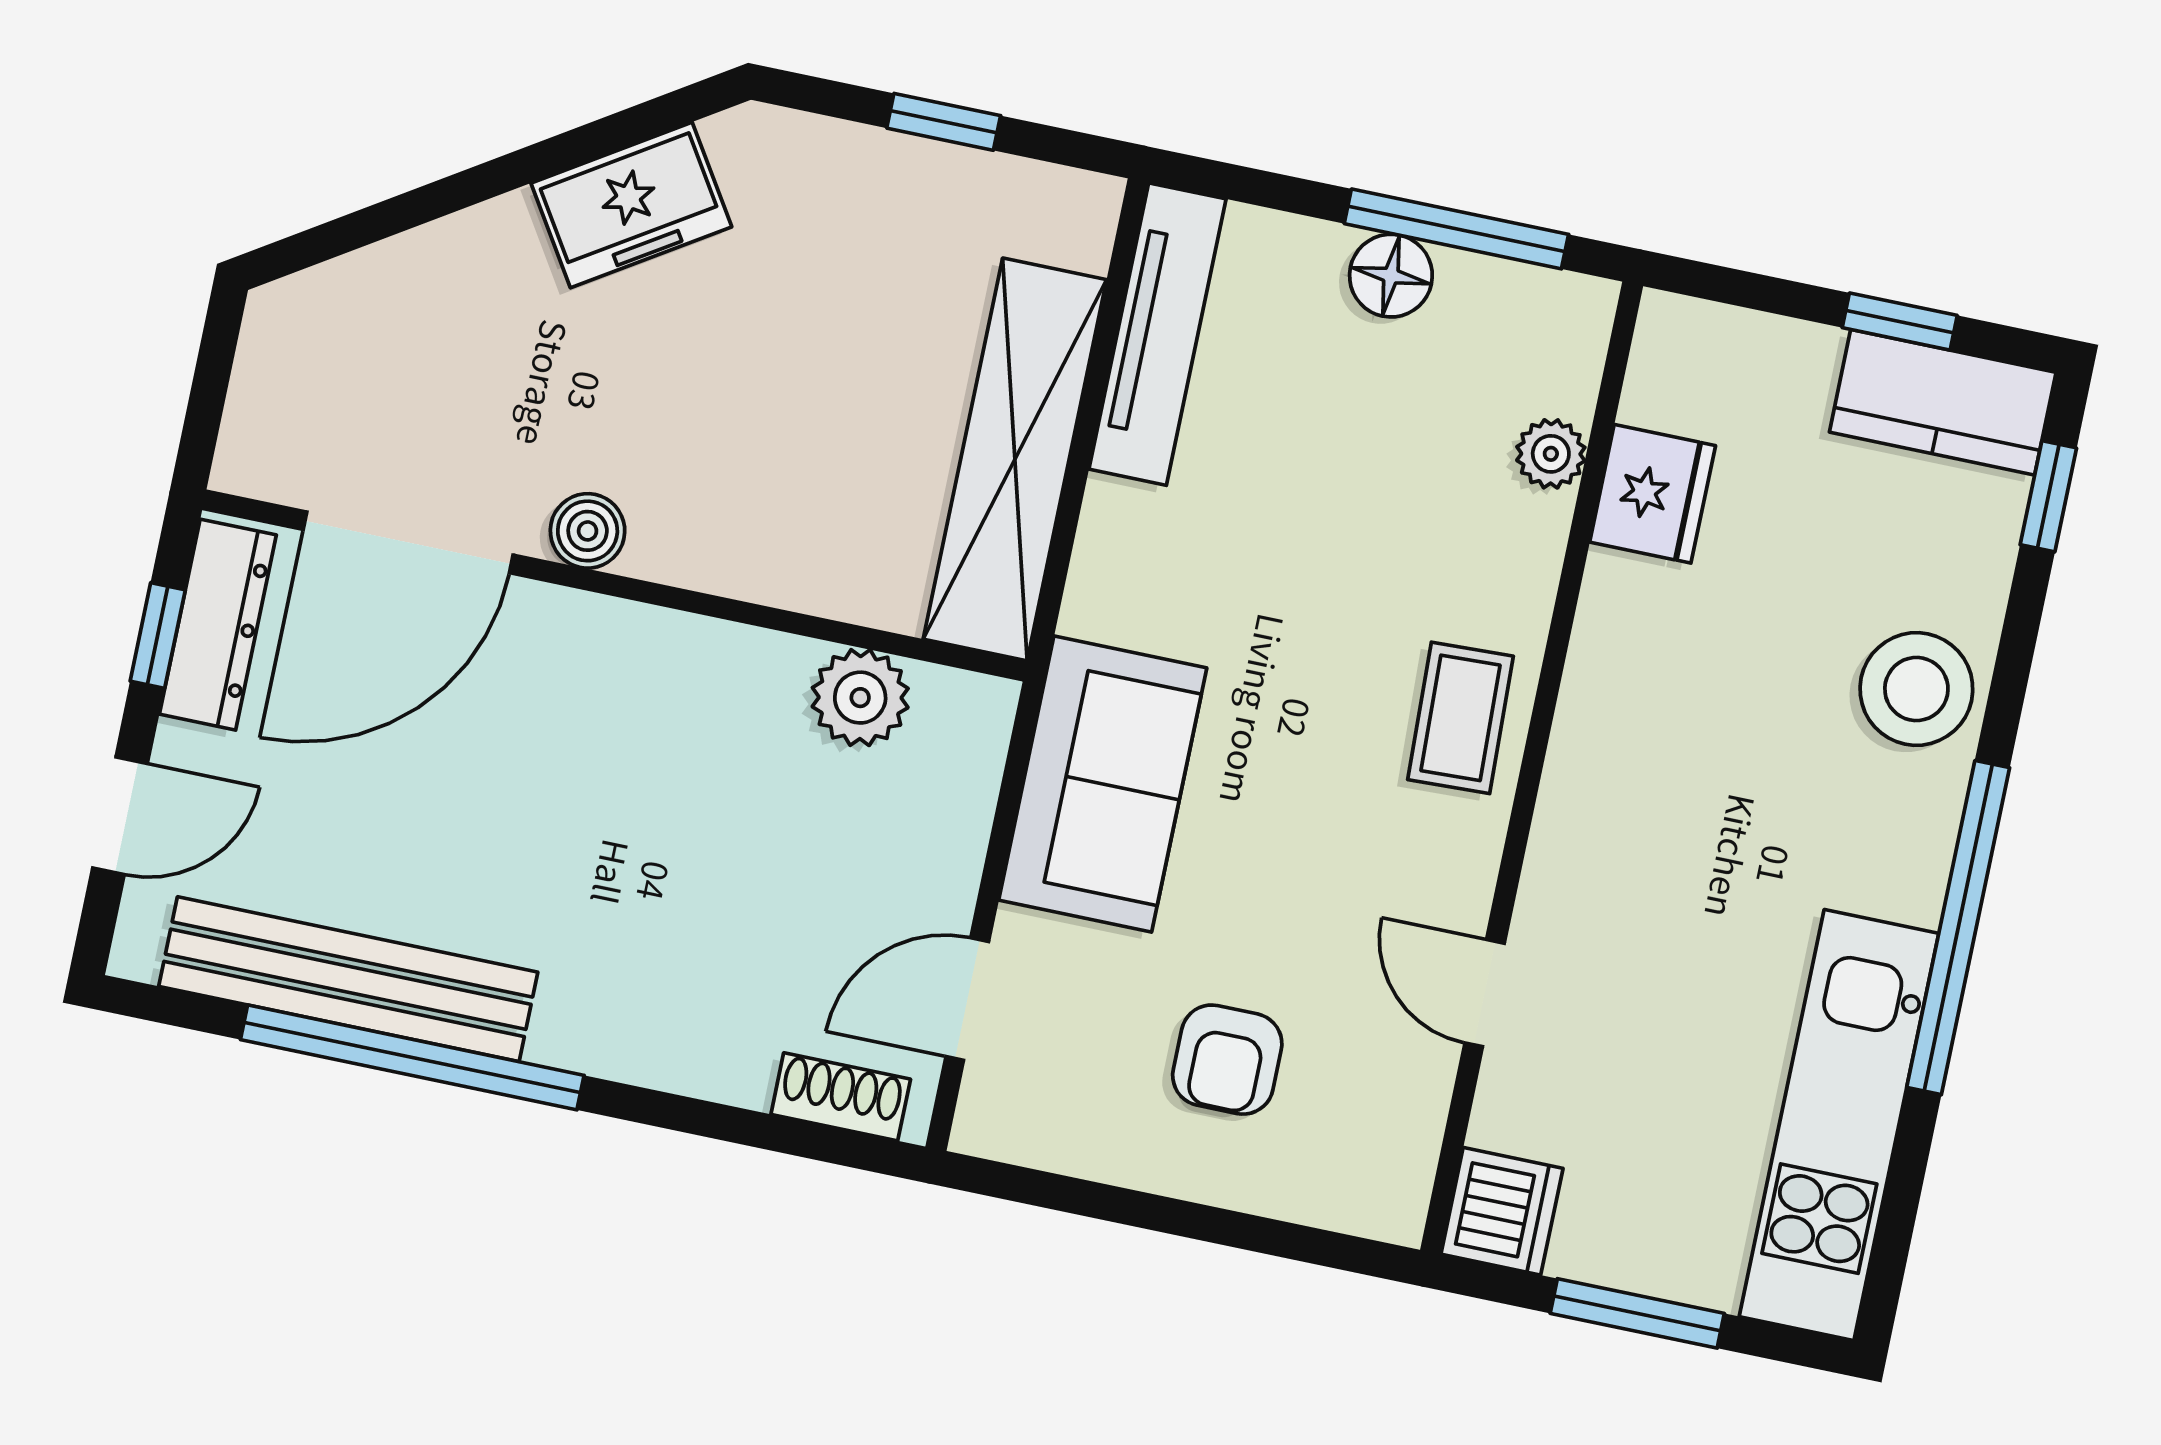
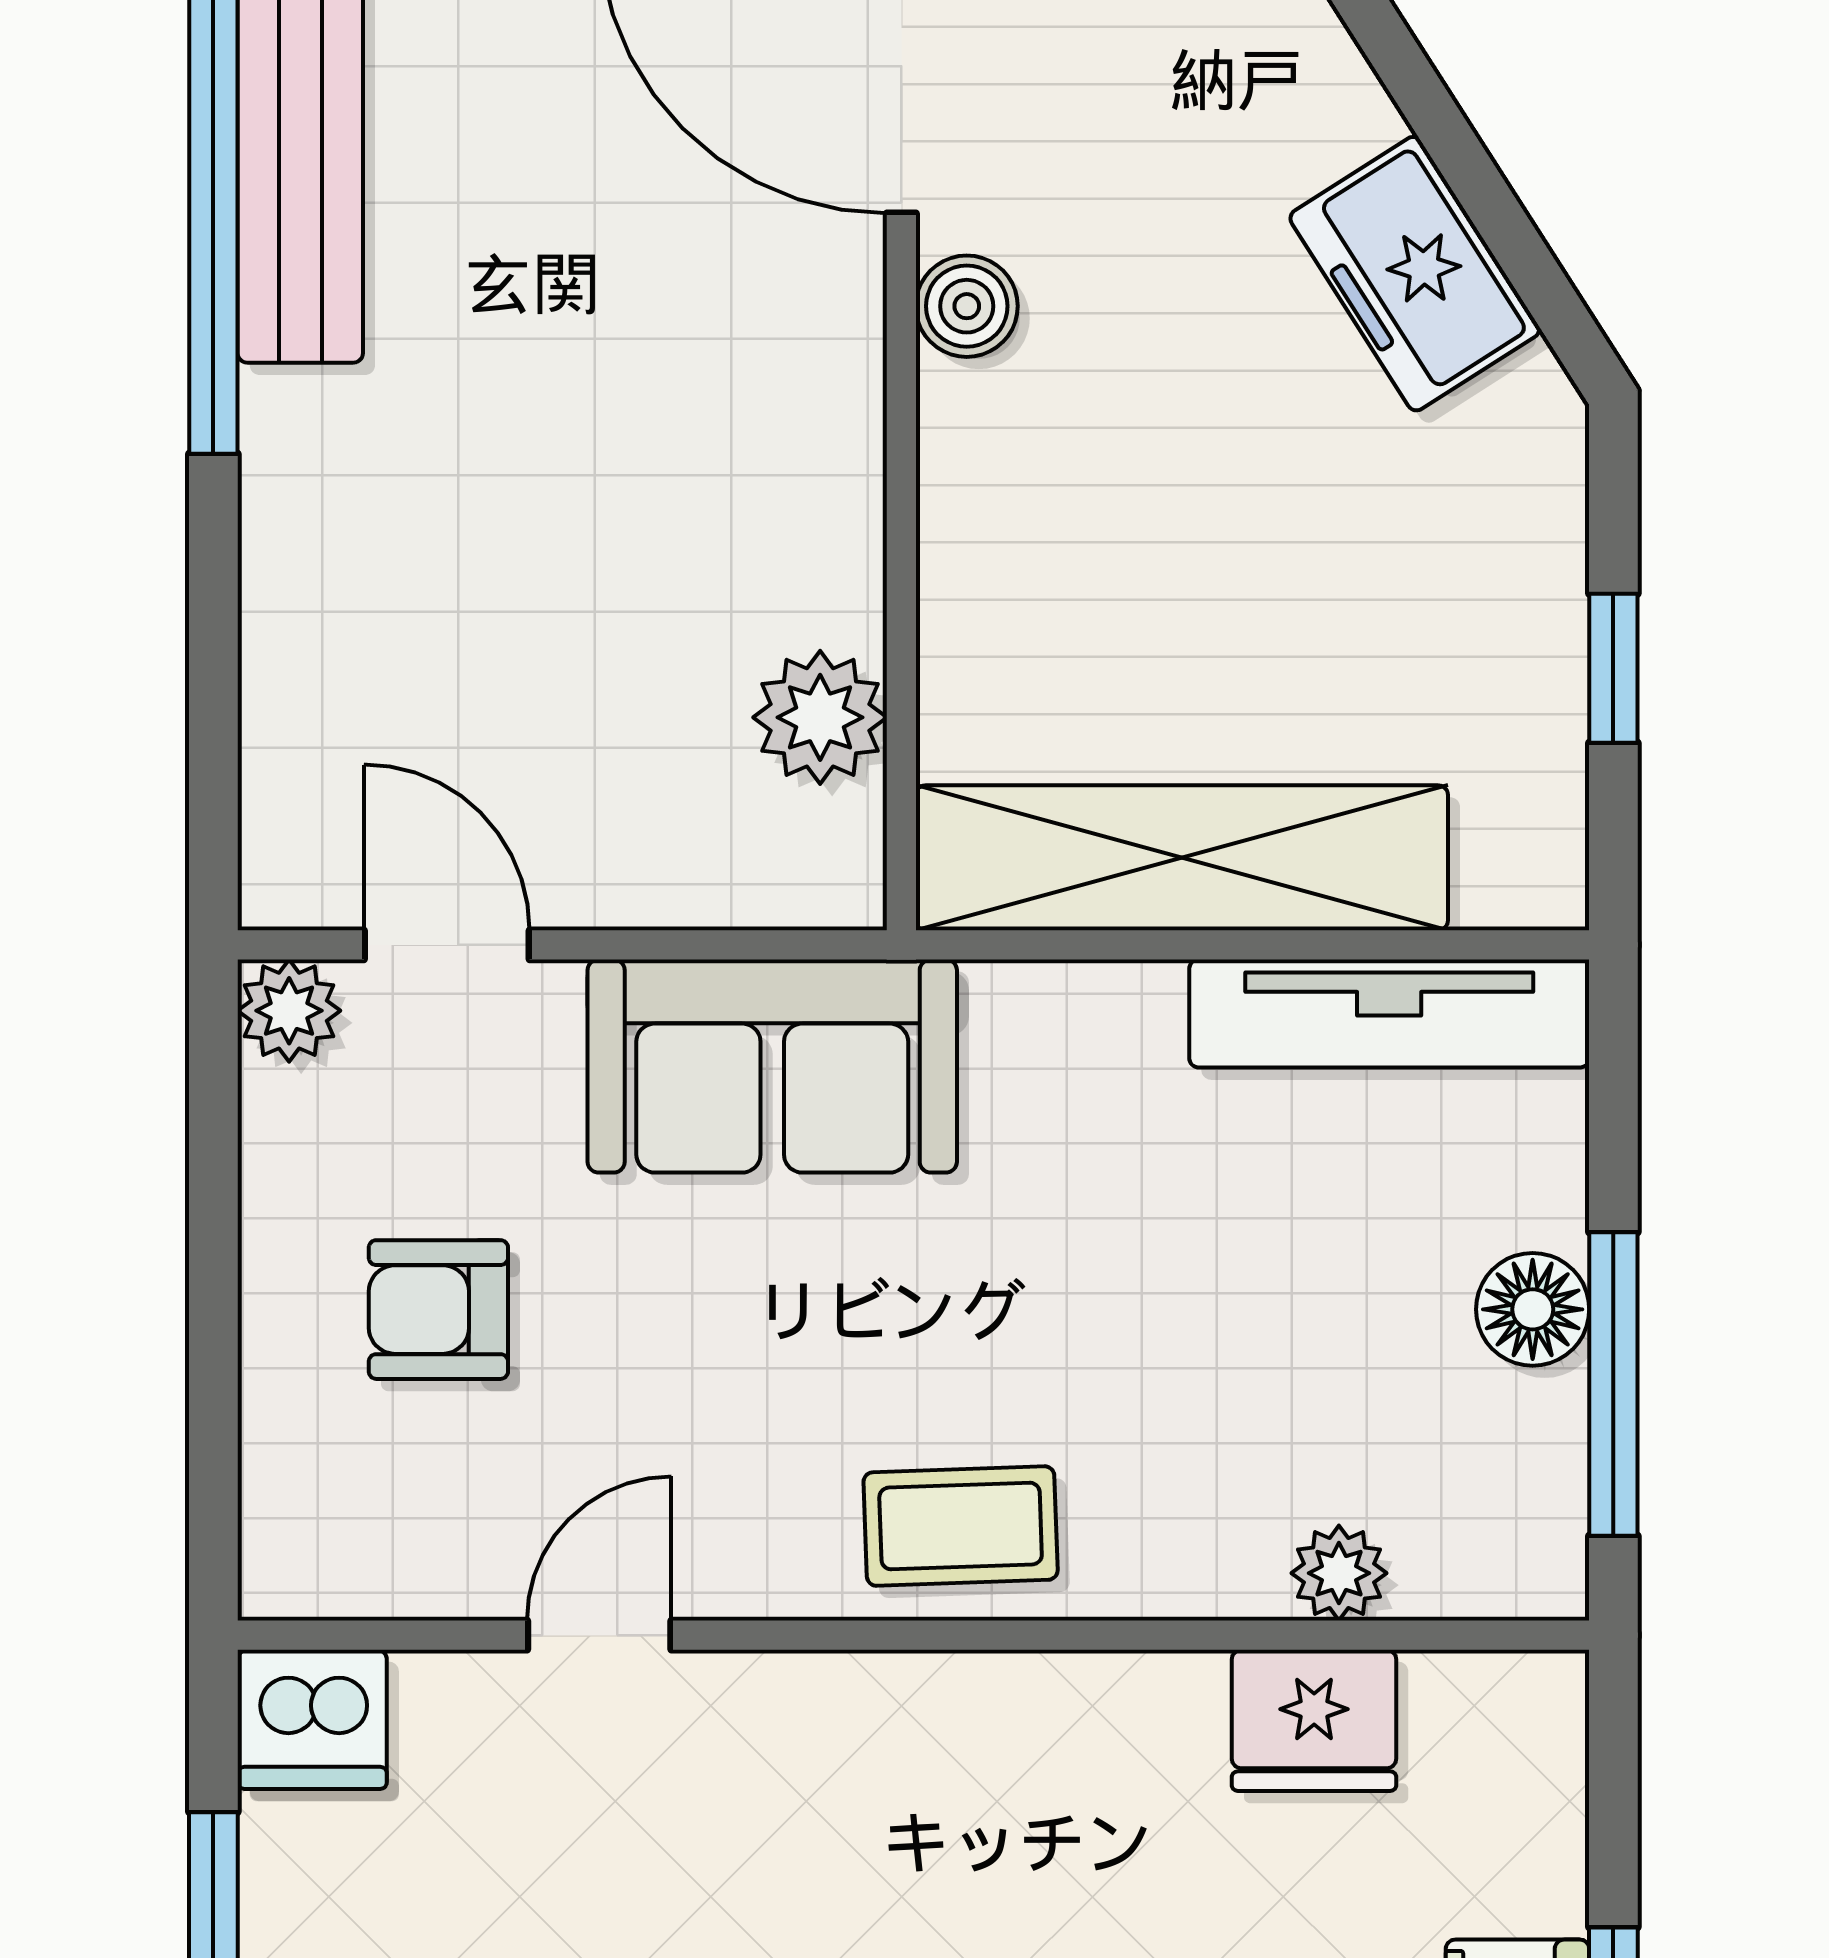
shoe rack: (841, 1097) -> (281, 803), removed
plant: (991, 1122) -> (289, 1011), added

